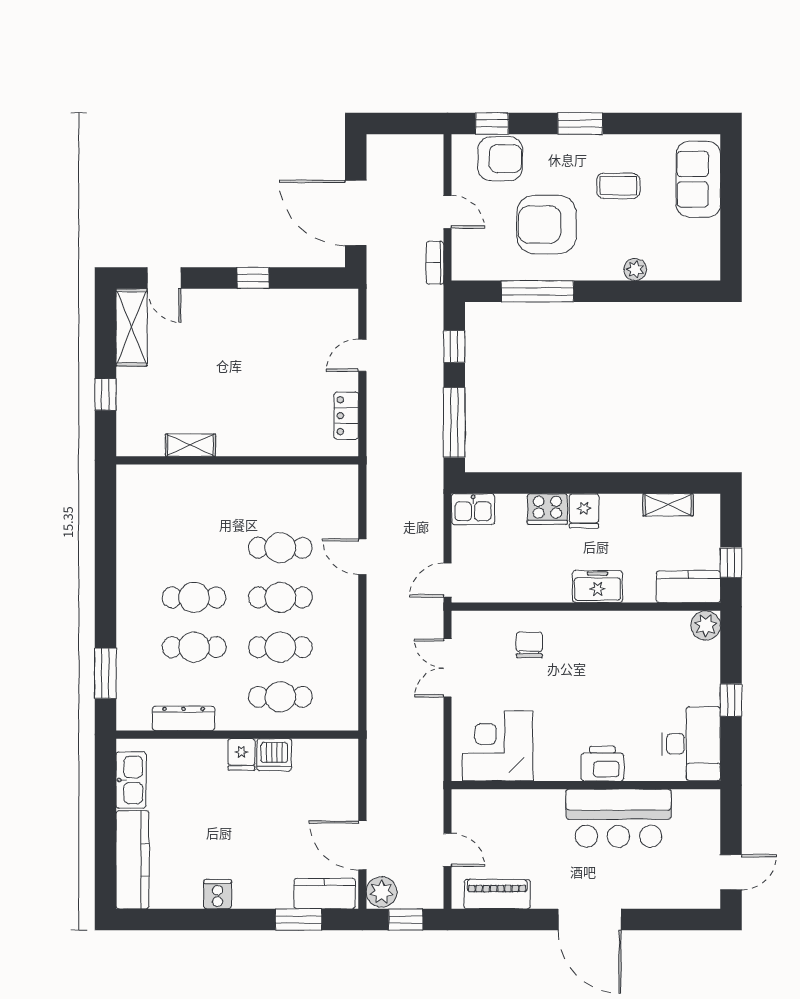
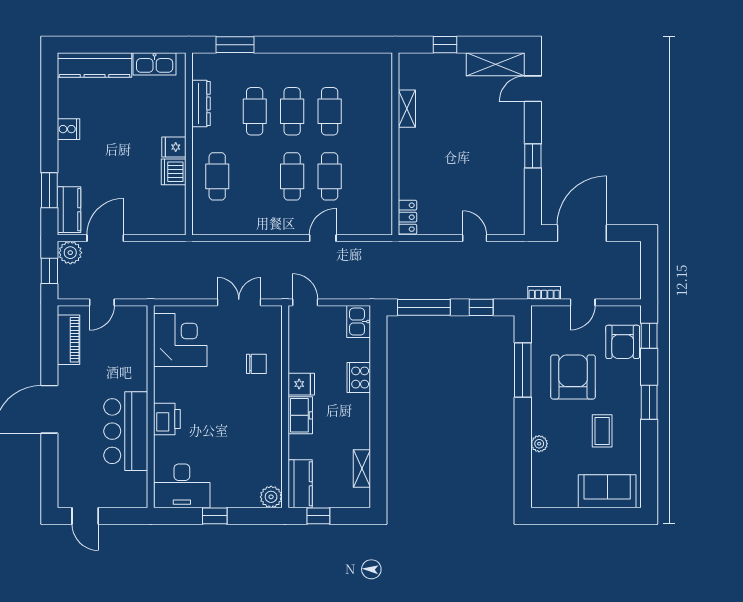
locker: (346, 416) -> (407, 217), moved, turned 90
fridge: (584, 511) -> (301, 384), moved, turned 180
cafe table: (280, 647) -> (330, 111), moved

